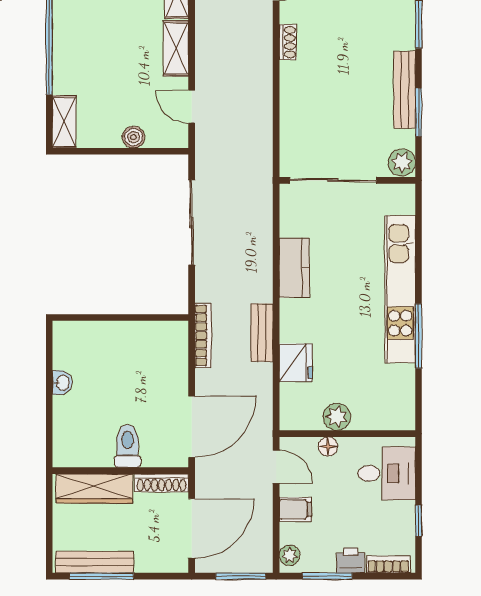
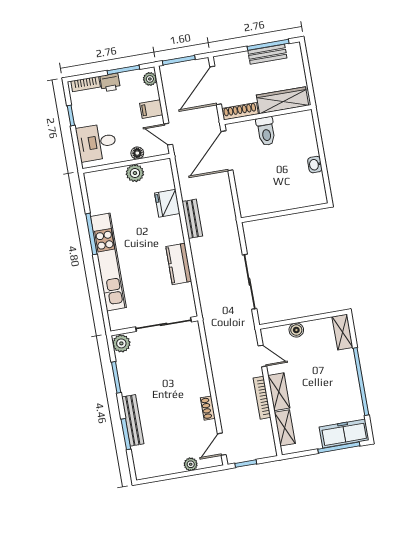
bench: (405, 90) -> (133, 420), moved
bookcase: (203, 335) -> (262, 398), moved
bench: (95, 562) -> (267, 54), width x0.73

